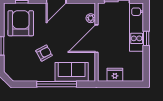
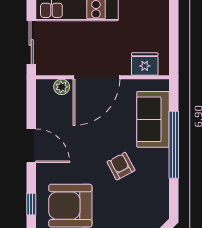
door: (96, 39) -> (96, 77), hinge flipped
fridge: (115, 75) -> (145, 64), moved, turned 90

